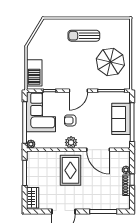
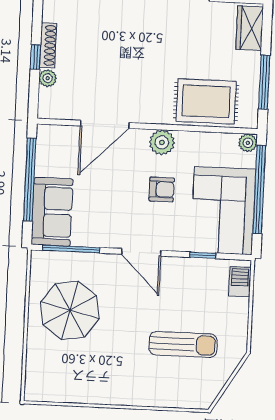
sun lounger: (84, 36) -> (183, 344), moved
barbecue: (34, 73) -> (240, 282), width x0.53, depth x0.65
door: (78, 91) -> (141, 252), swing flipped
sofa: (121, 119) -> (52, 212), moved
door: (98, 150) -> (105, 124), swing flipped
rug: (70, 170) -> (206, 101), moved, turned 90

